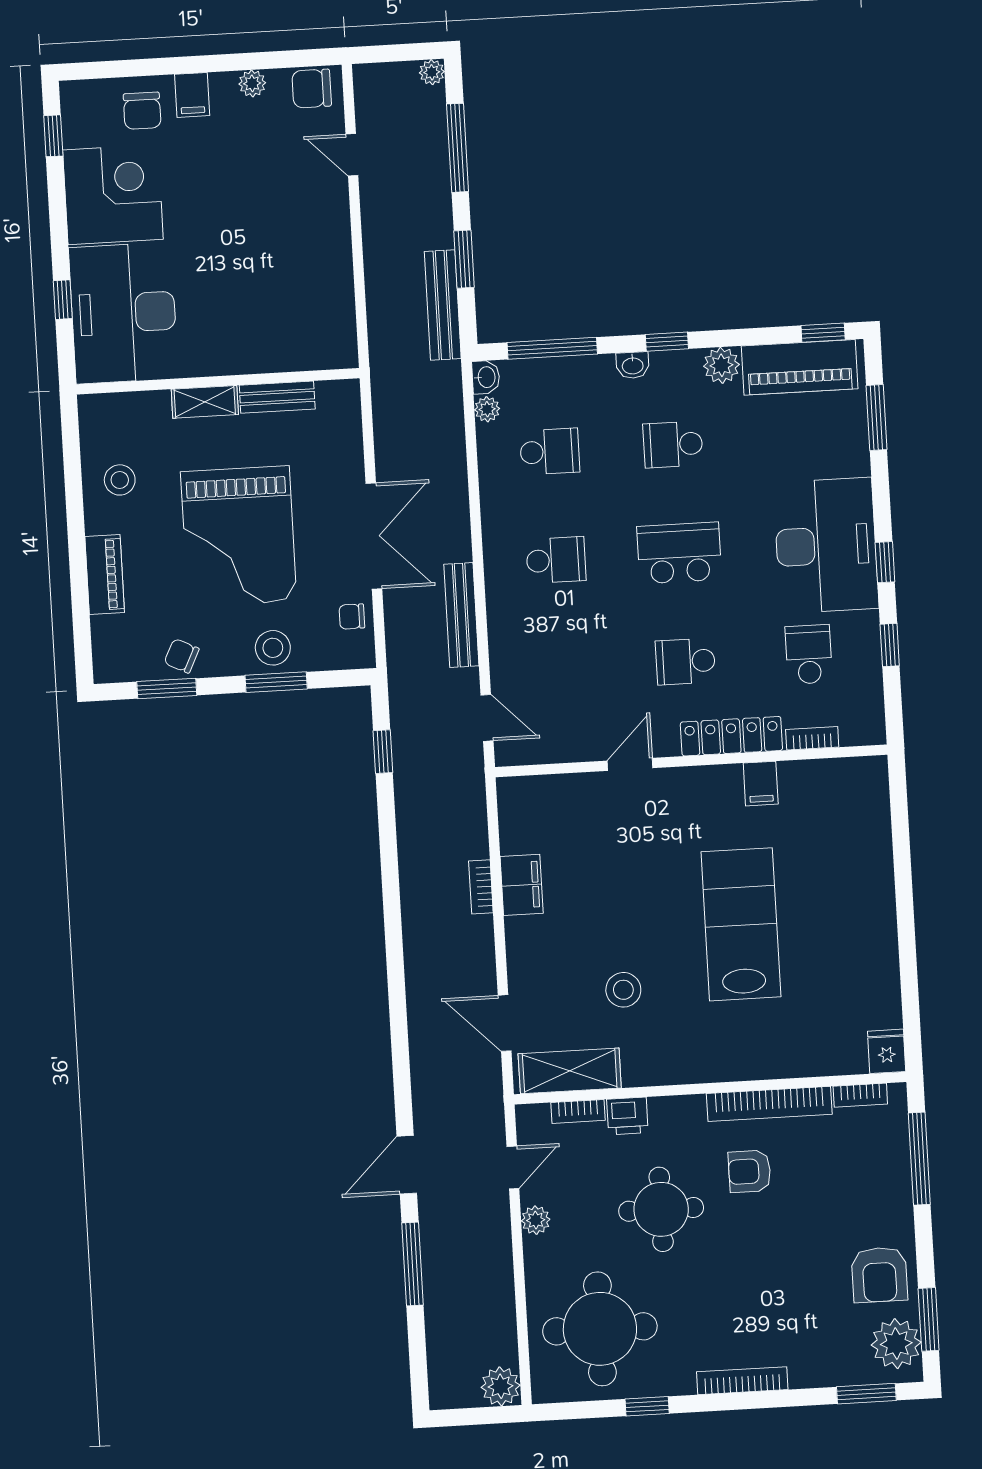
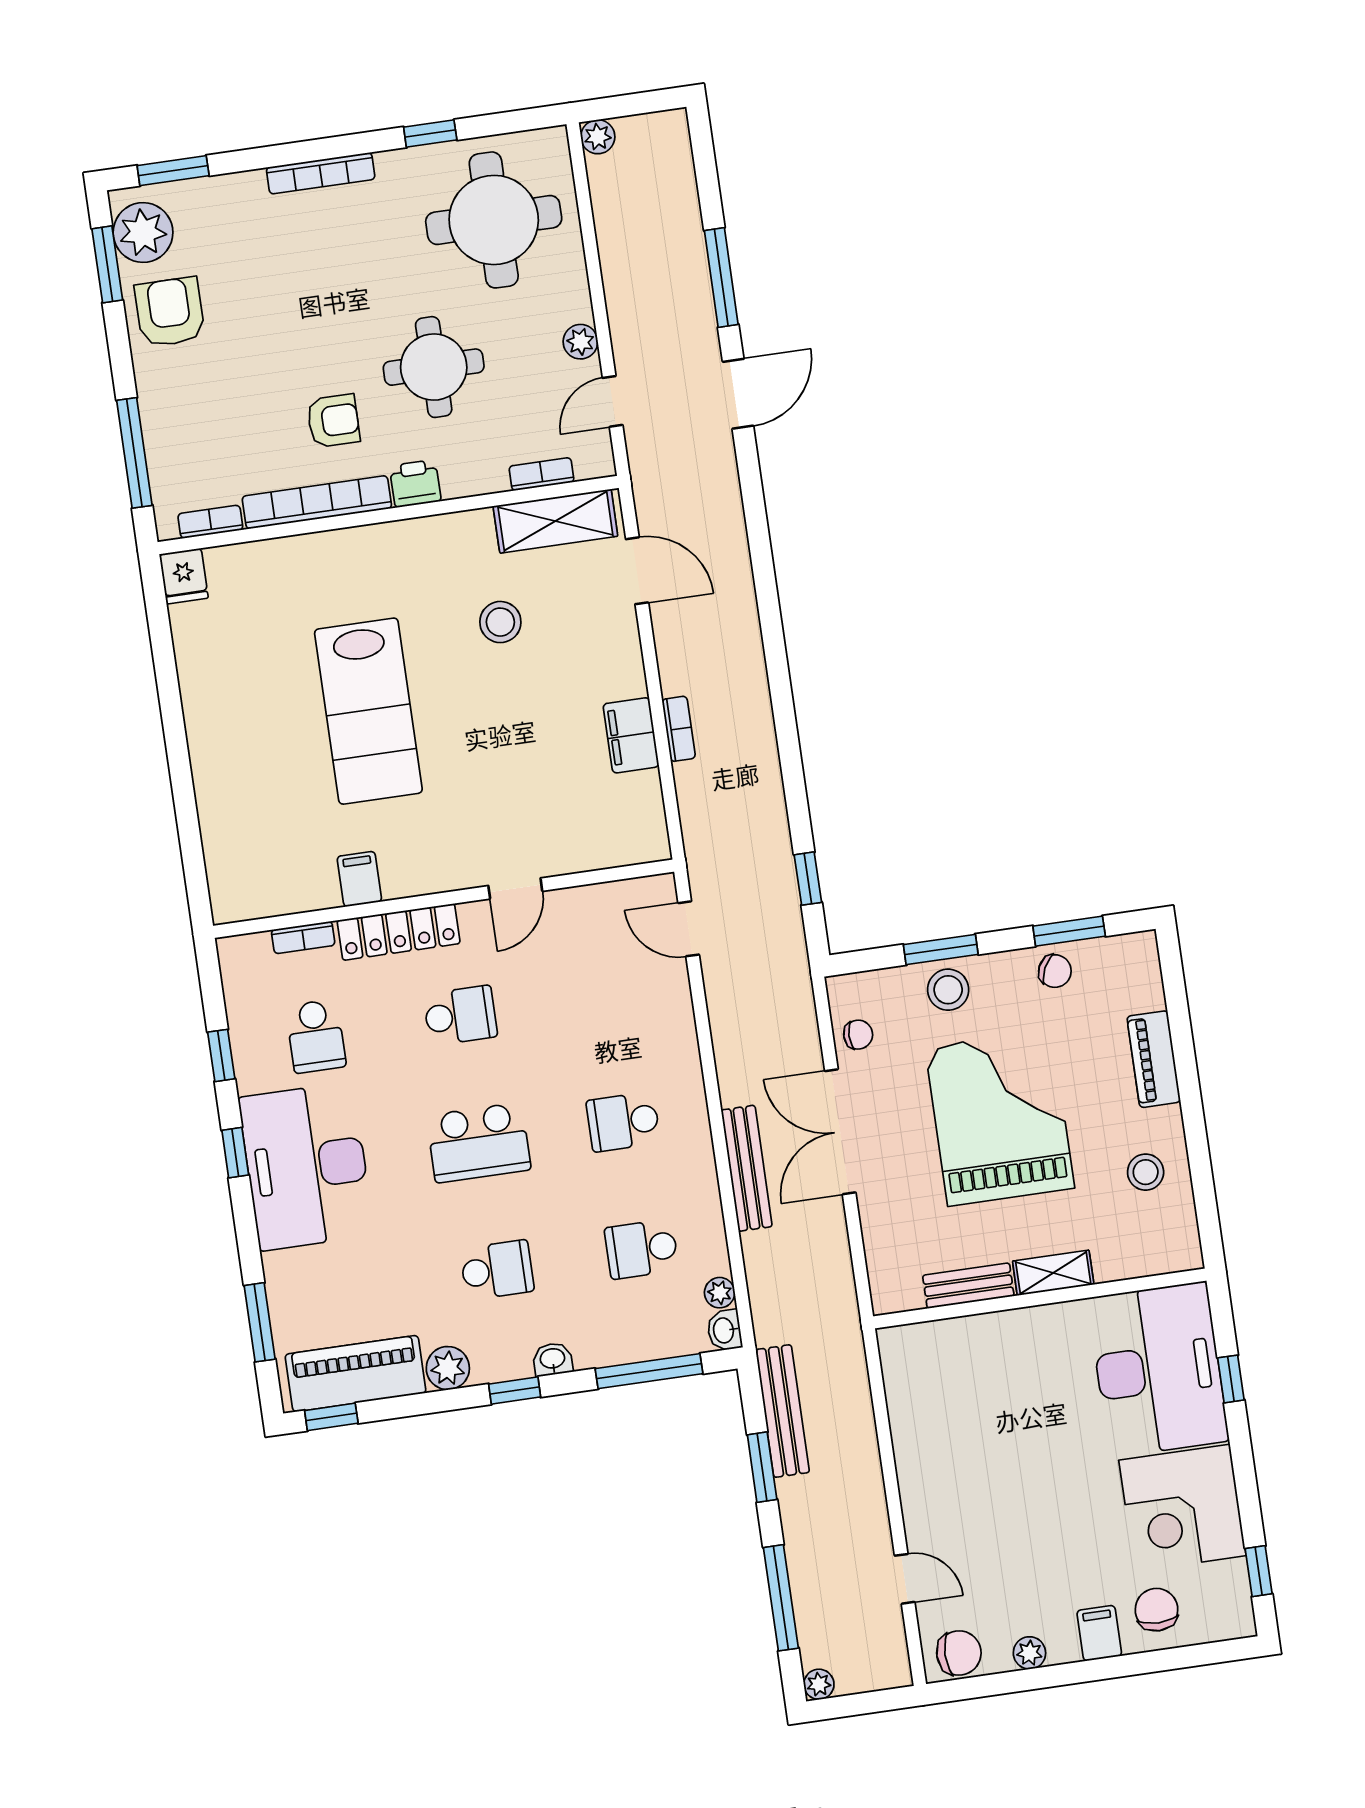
bench: (461, 615) -> (747, 1168), moved
printer: (627, 1116) -> (415, 483), moved
plant: (501, 1386) -> (598, 137), width x0.73, depth x0.73

